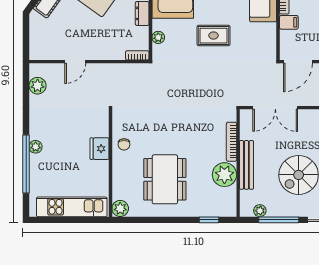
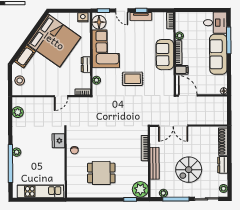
stool: (41, 37) -> (20, 81), added
door: (75, 62) -> (61, 96), moved
door: (298, 62) -> (188, 96), swing flipped
fridge: (100, 149) -> (58, 141), moved
plant: (224, 175) -> (140, 189), moved
dining table: (165, 179) -> (101, 173), width x0.73
plant: (120, 208) -> (72, 192), removed

